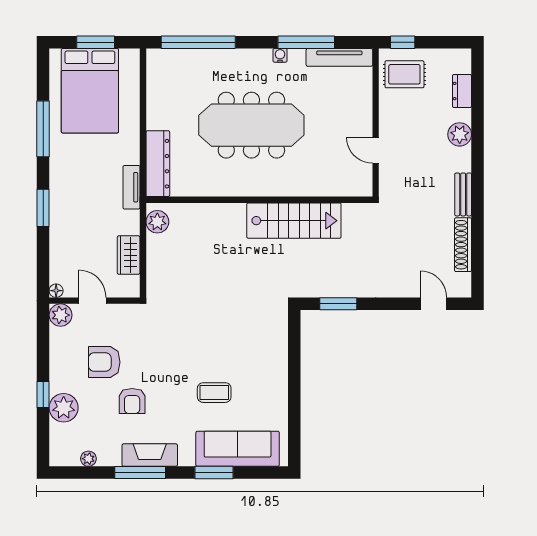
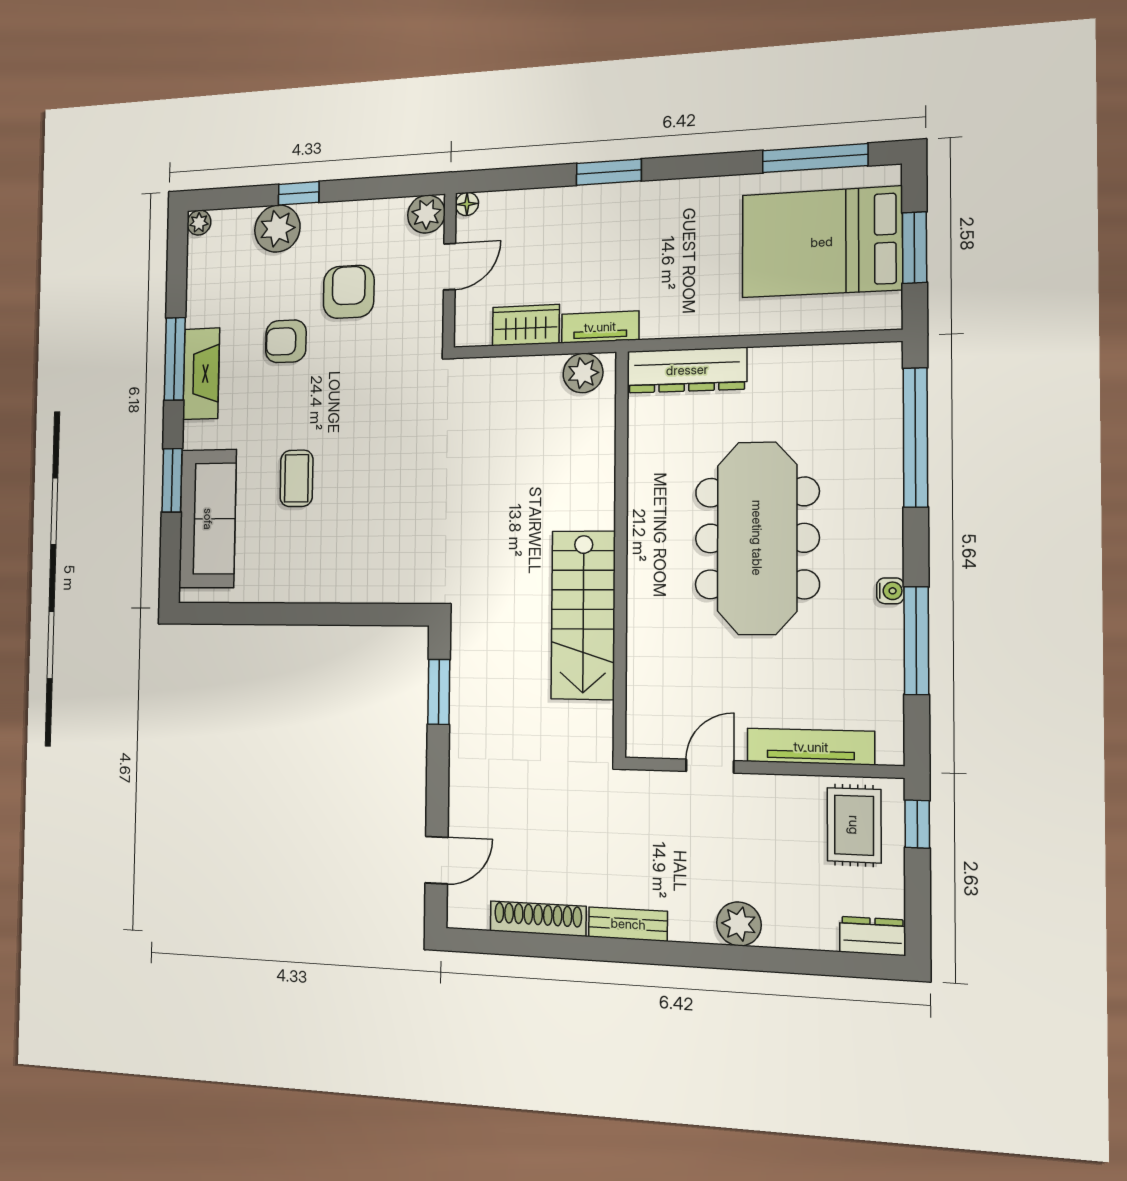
tv unit: (339, 57) -> (811, 747), moved, turned 90
dresser: (462, 91) -> (872, 936), moved
window: (43, 129) -> (815, 158), moved
tv unit: (131, 187) -> (600, 327), moved
plant: (88, 459) -> (199, 223), moved

